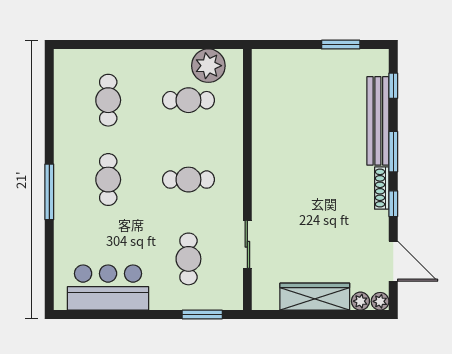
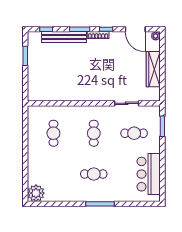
plant: (208, 66) -> (36, 193), moved
cafe table: (108, 100) -> (53, 174), removed
door: (393, 261) -> (135, 29), swing flipped
plant: (360, 301) -> (156, 46), removed

